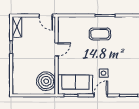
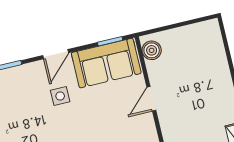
door: (57, 49) -> (151, 99), moved
boiler: (46, 81) -> (152, 50), width x0.54, depth x0.54

